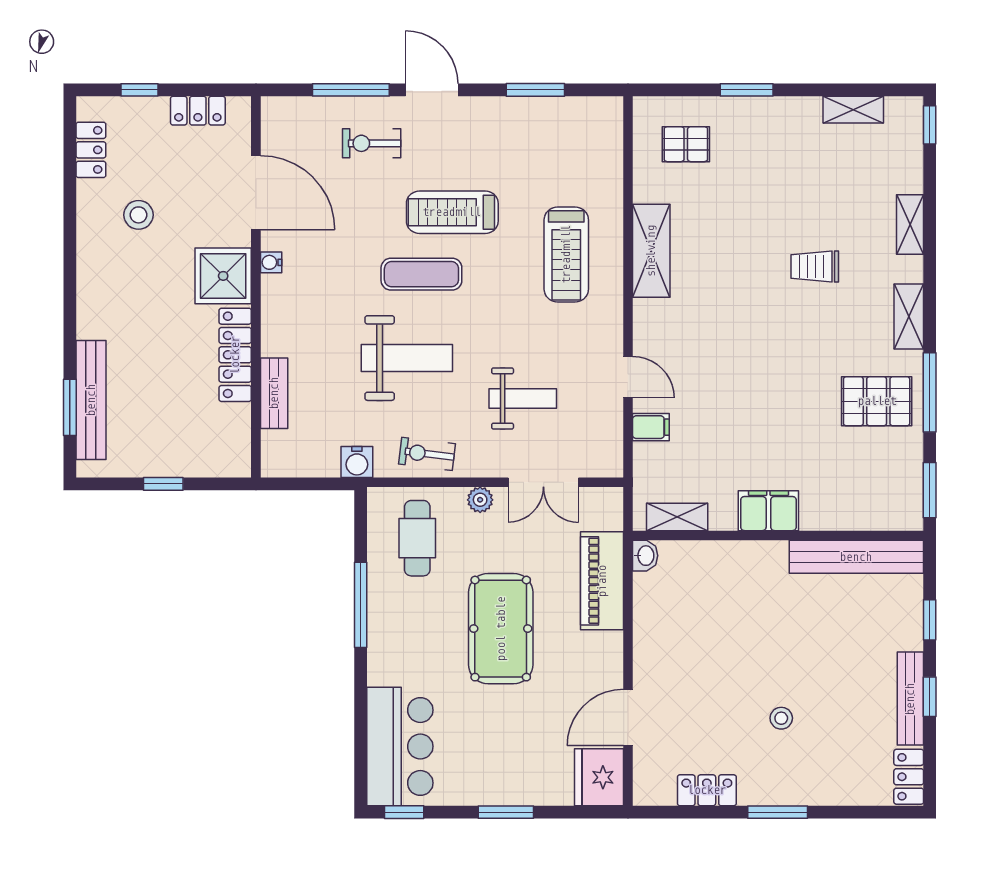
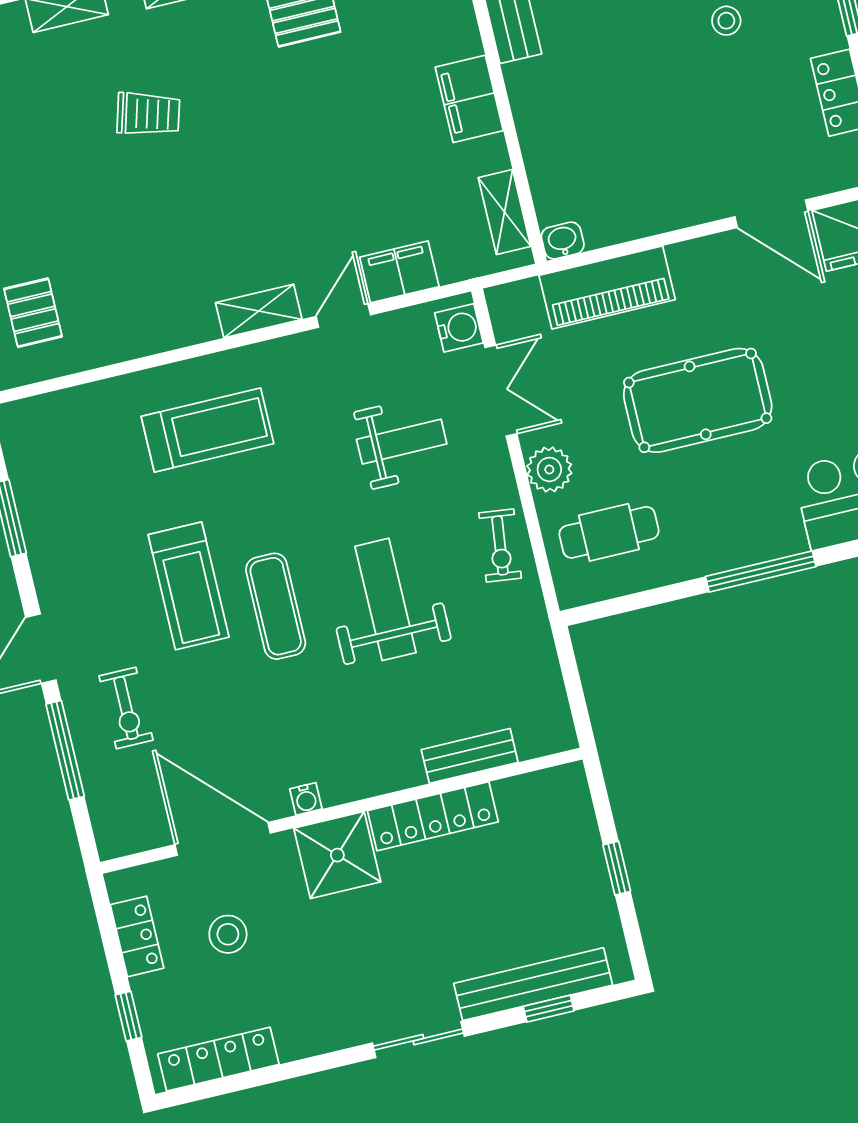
locker: (91, 150) -> (218, 1059), width x1.53
door: (256, 193) -> (223, 839), hinge flipped
stool: (139, 215) -> (228, 934), moved
shelving: (651, 251) -> (259, 311), moved, width x0.67, depth x0.75
trolley: (815, 267) -> (148, 114), turned -74
sliding door: (70, 304) -> (418, 1040), added
weight bench: (523, 398) -> (402, 442), turned 90
window: (70, 407) -> (549, 1009), width x0.67
filing cabinet: (651, 427) -> (399, 272), width x2.00
water cooler: (357, 462) -> (459, 328), moved
plant: (480, 500) -> (549, 469), width x1.38, depth x1.38
window: (361, 605) -> (761, 572), moved

